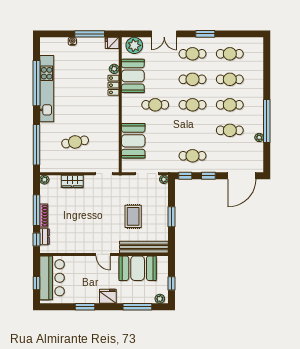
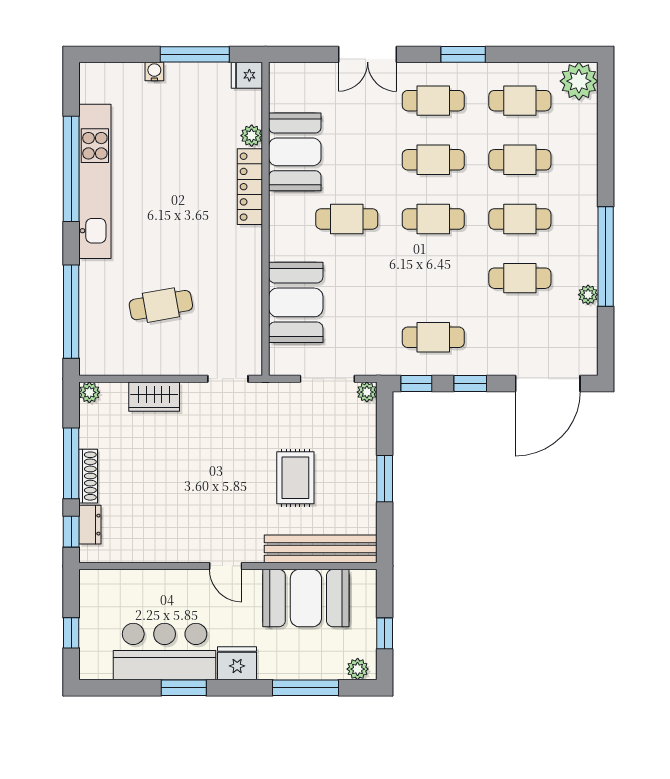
plant: (134, 45) -> (579, 81), moved
locker: (113, 85) -> (250, 187), width x1.53
bar counter: (52, 278) -> (165, 652), moved, turned -90

